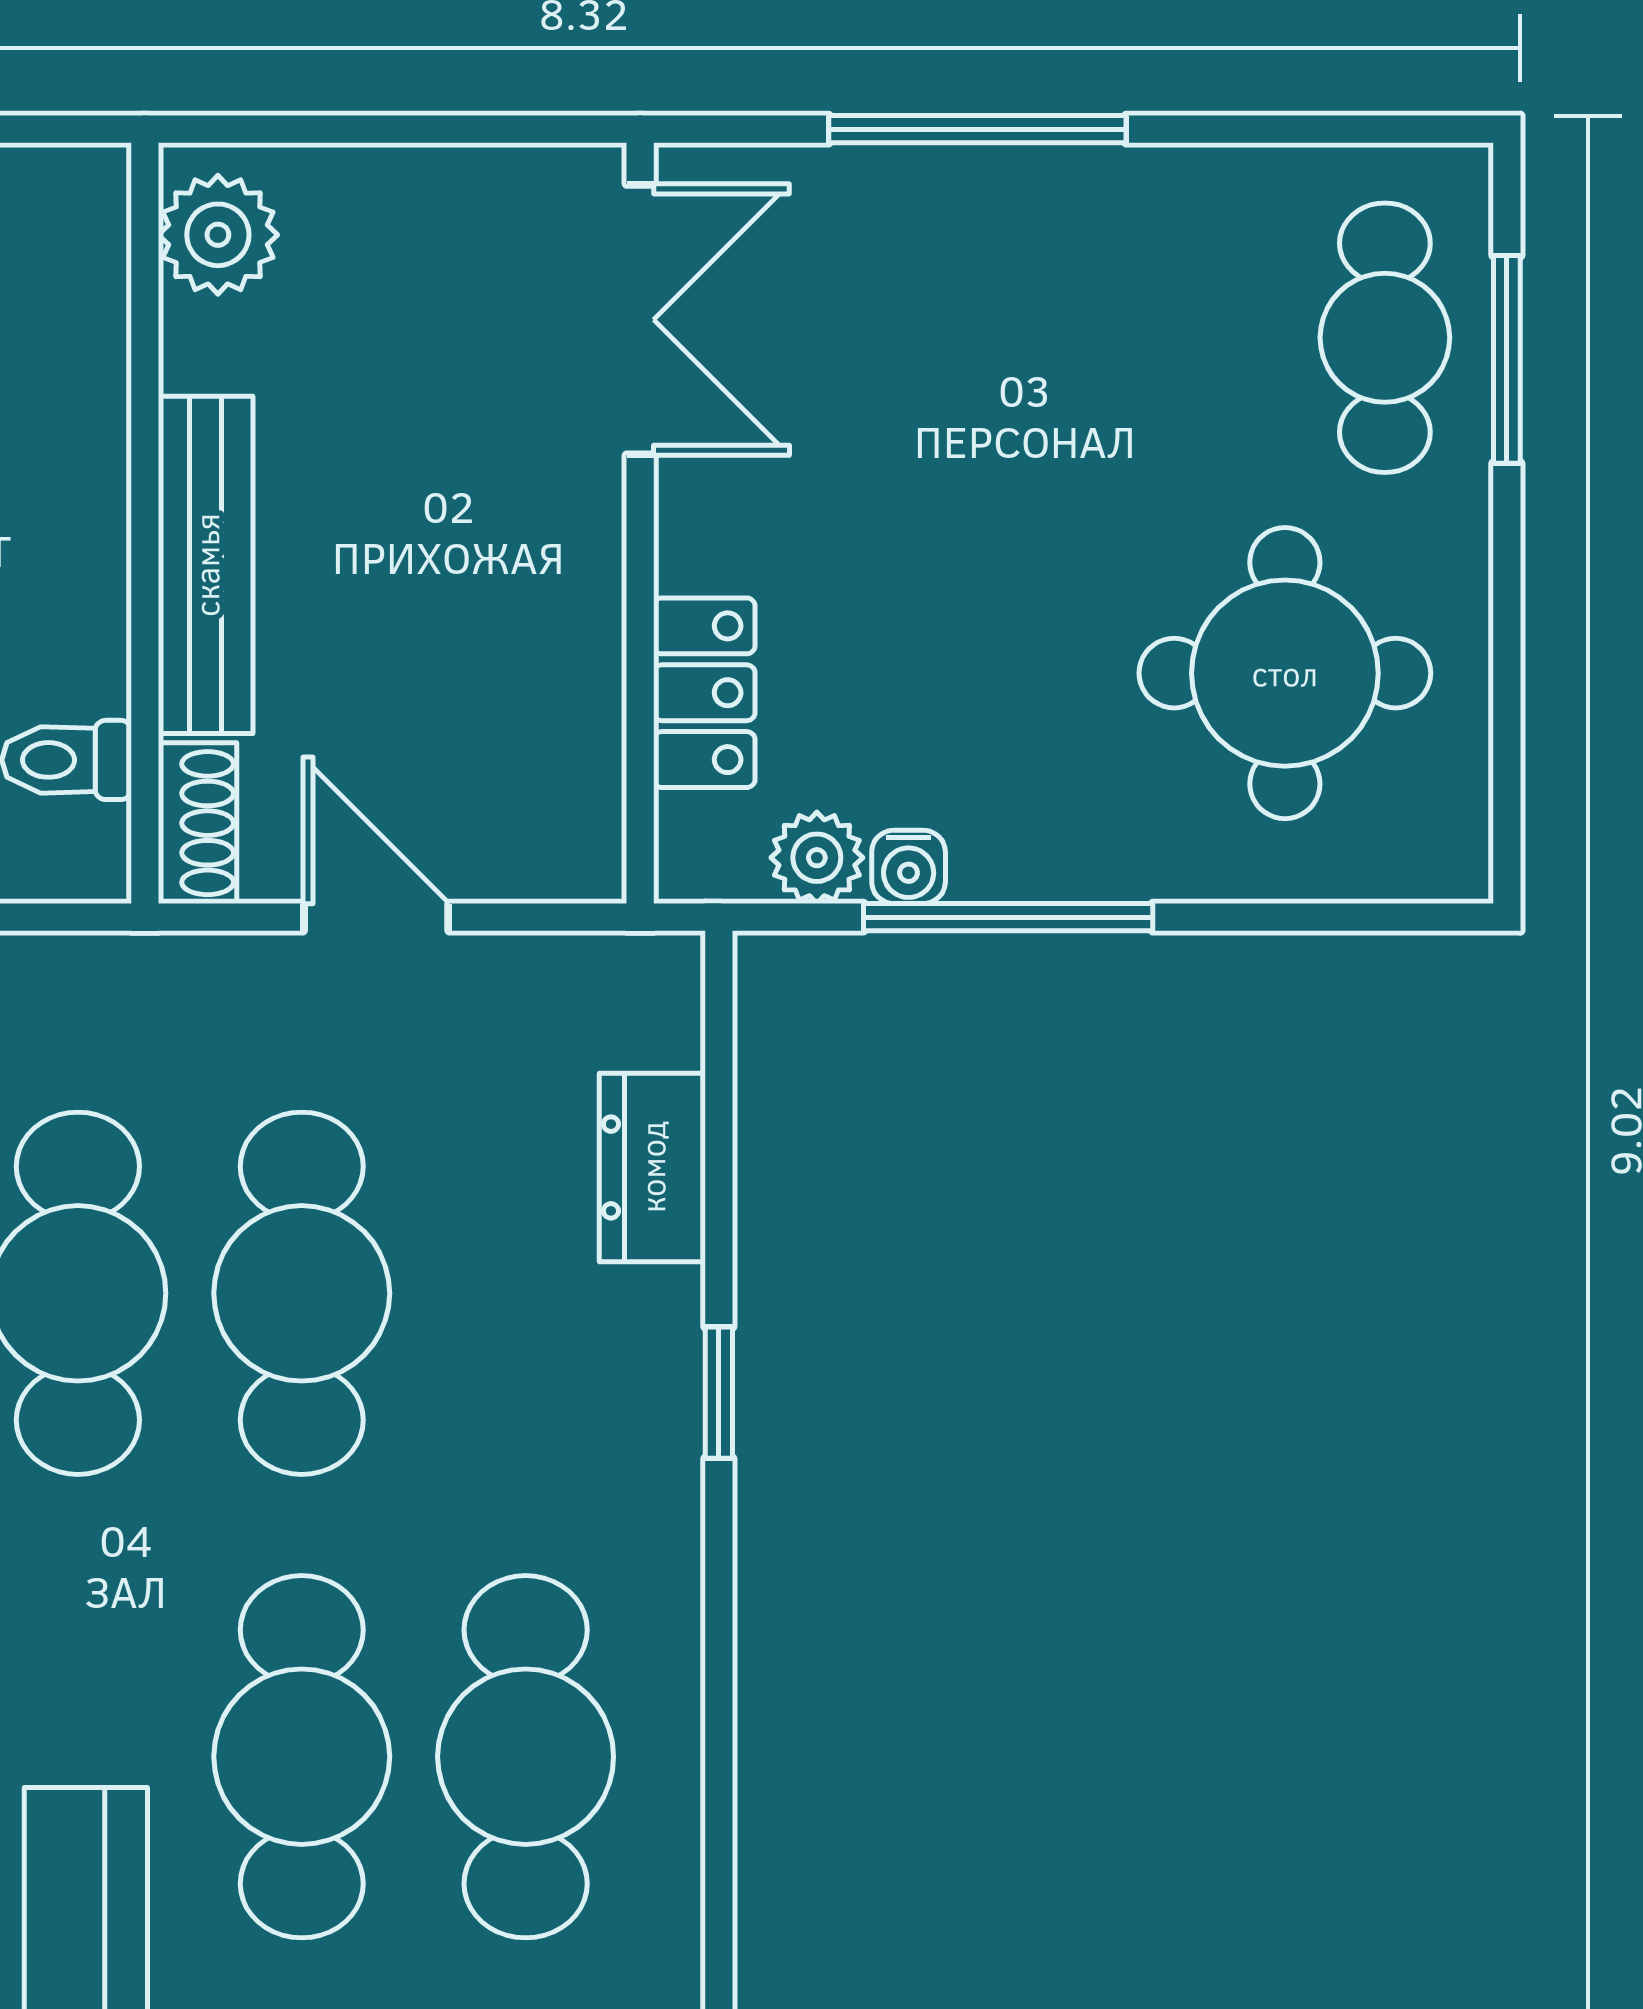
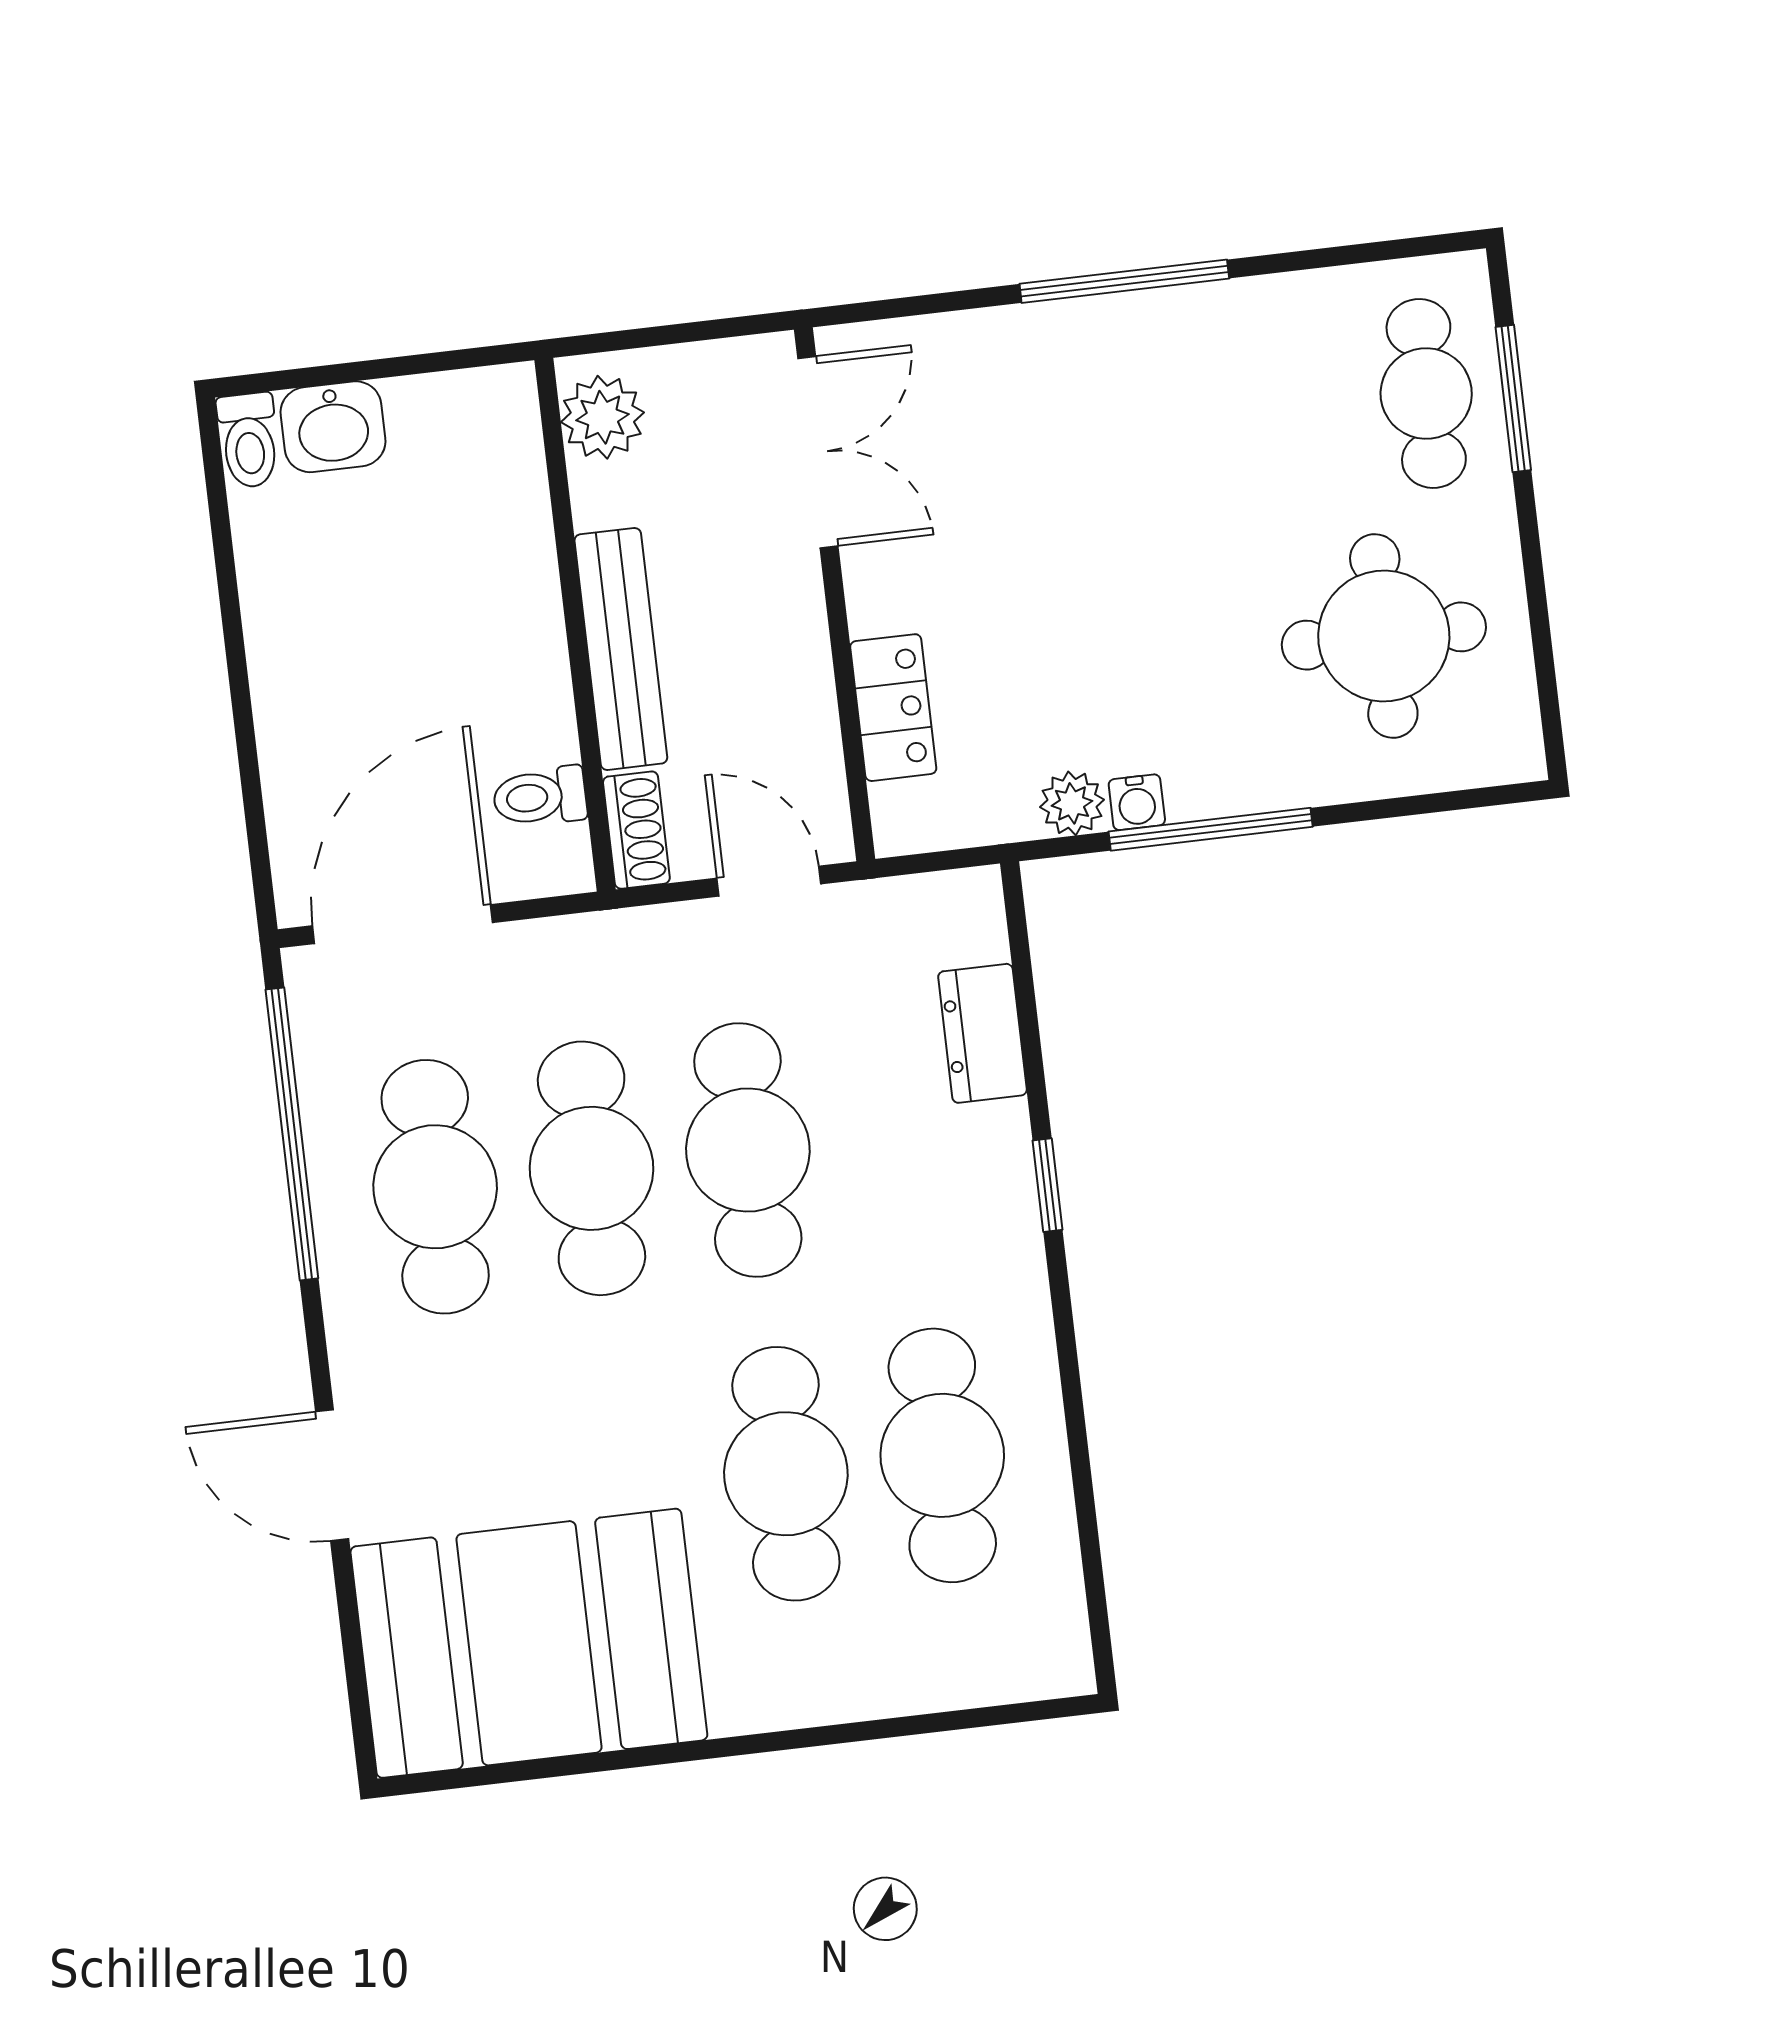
double door: (640, 320) -> (818, 452), moved
wall: (640, 523) -> (835, 594), moved
locker: (704, 693) -> (893, 708), moved

